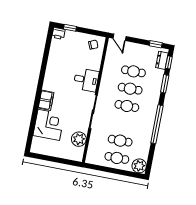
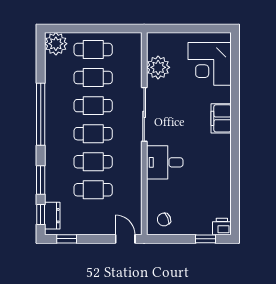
cafe table: (123, 123) -> (93, 106), added
corner desk: (49, 125) -> (210, 64), moved

